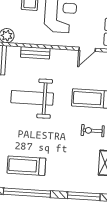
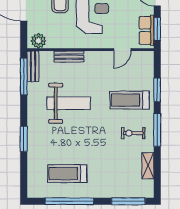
weight bench: (32, 98) -> (69, 103), turned 180

